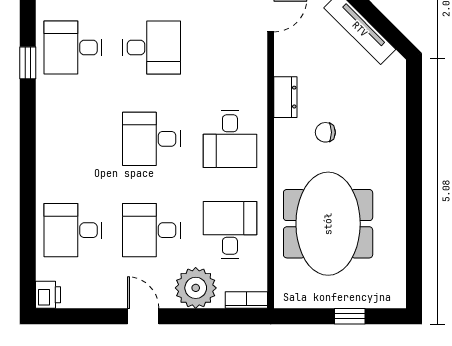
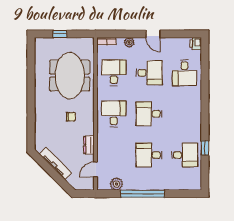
dresser: (285, 97) -> (89, 145), moved
desk: (151, 139) -> (149, 114), turned 180
desk: (73, 230) -> (184, 73), turned 90
desk: (230, 230) -> (114, 73), turned 180
plant: (196, 288) -> (129, 42), width x0.53, depth x0.53

